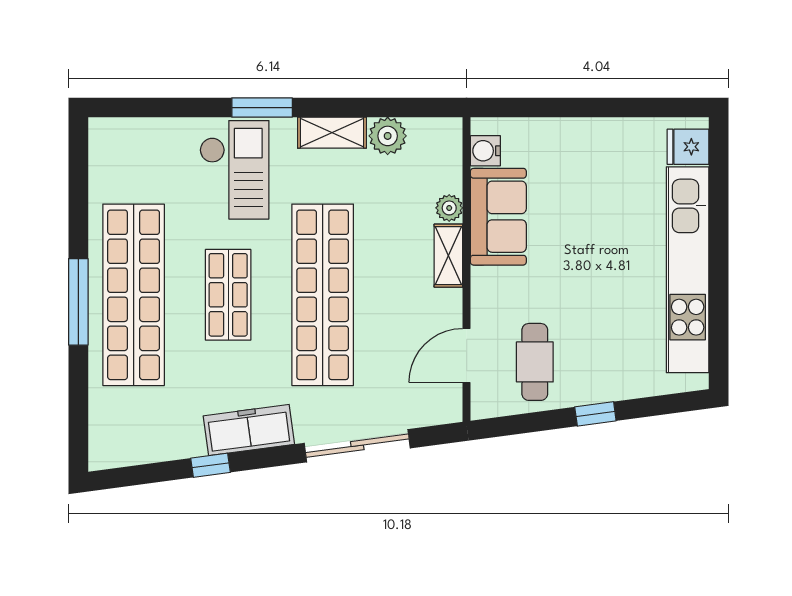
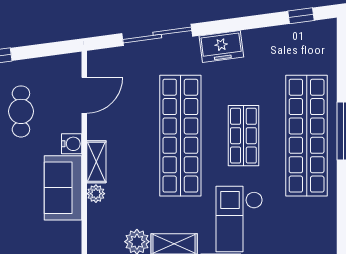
water cooler: (485, 151) -> (72, 144), moved
cafe table: (535, 362) -> (21, 111), moved
freezer: (249, 430) -> (221, 46), width x0.71
window: (211, 465) -> (301, 16), moved

